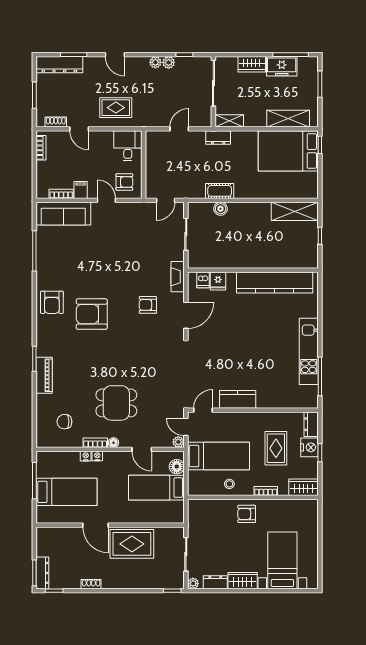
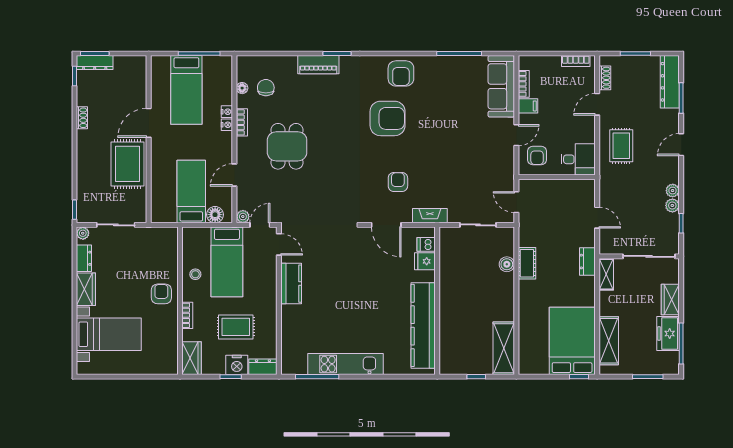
armchair: (52, 302) -> (401, 73), turned -90
armchair: (92, 314) -> (388, 118), turned 90
floor lamp: (113, 443) -> (242, 88), moved

